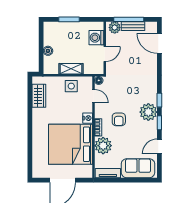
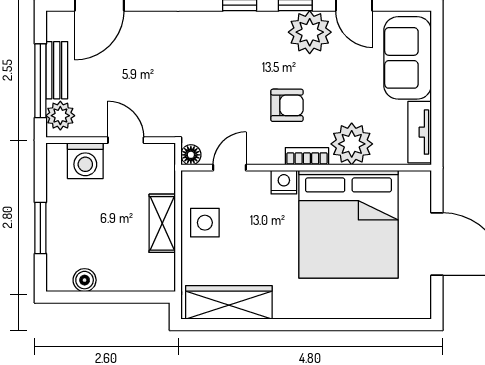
boiler: (48, 51) -> (85, 280), moved
wardrobe: (39, 96) -> (229, 302), width x1.50
plant: (148, 112) -> (310, 32), moved

